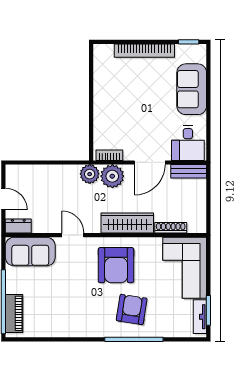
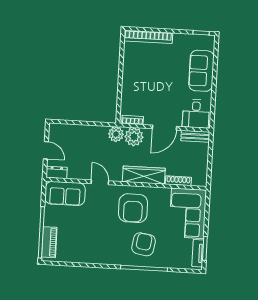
bookcase: (144, 51) -> (148, 37), moved

